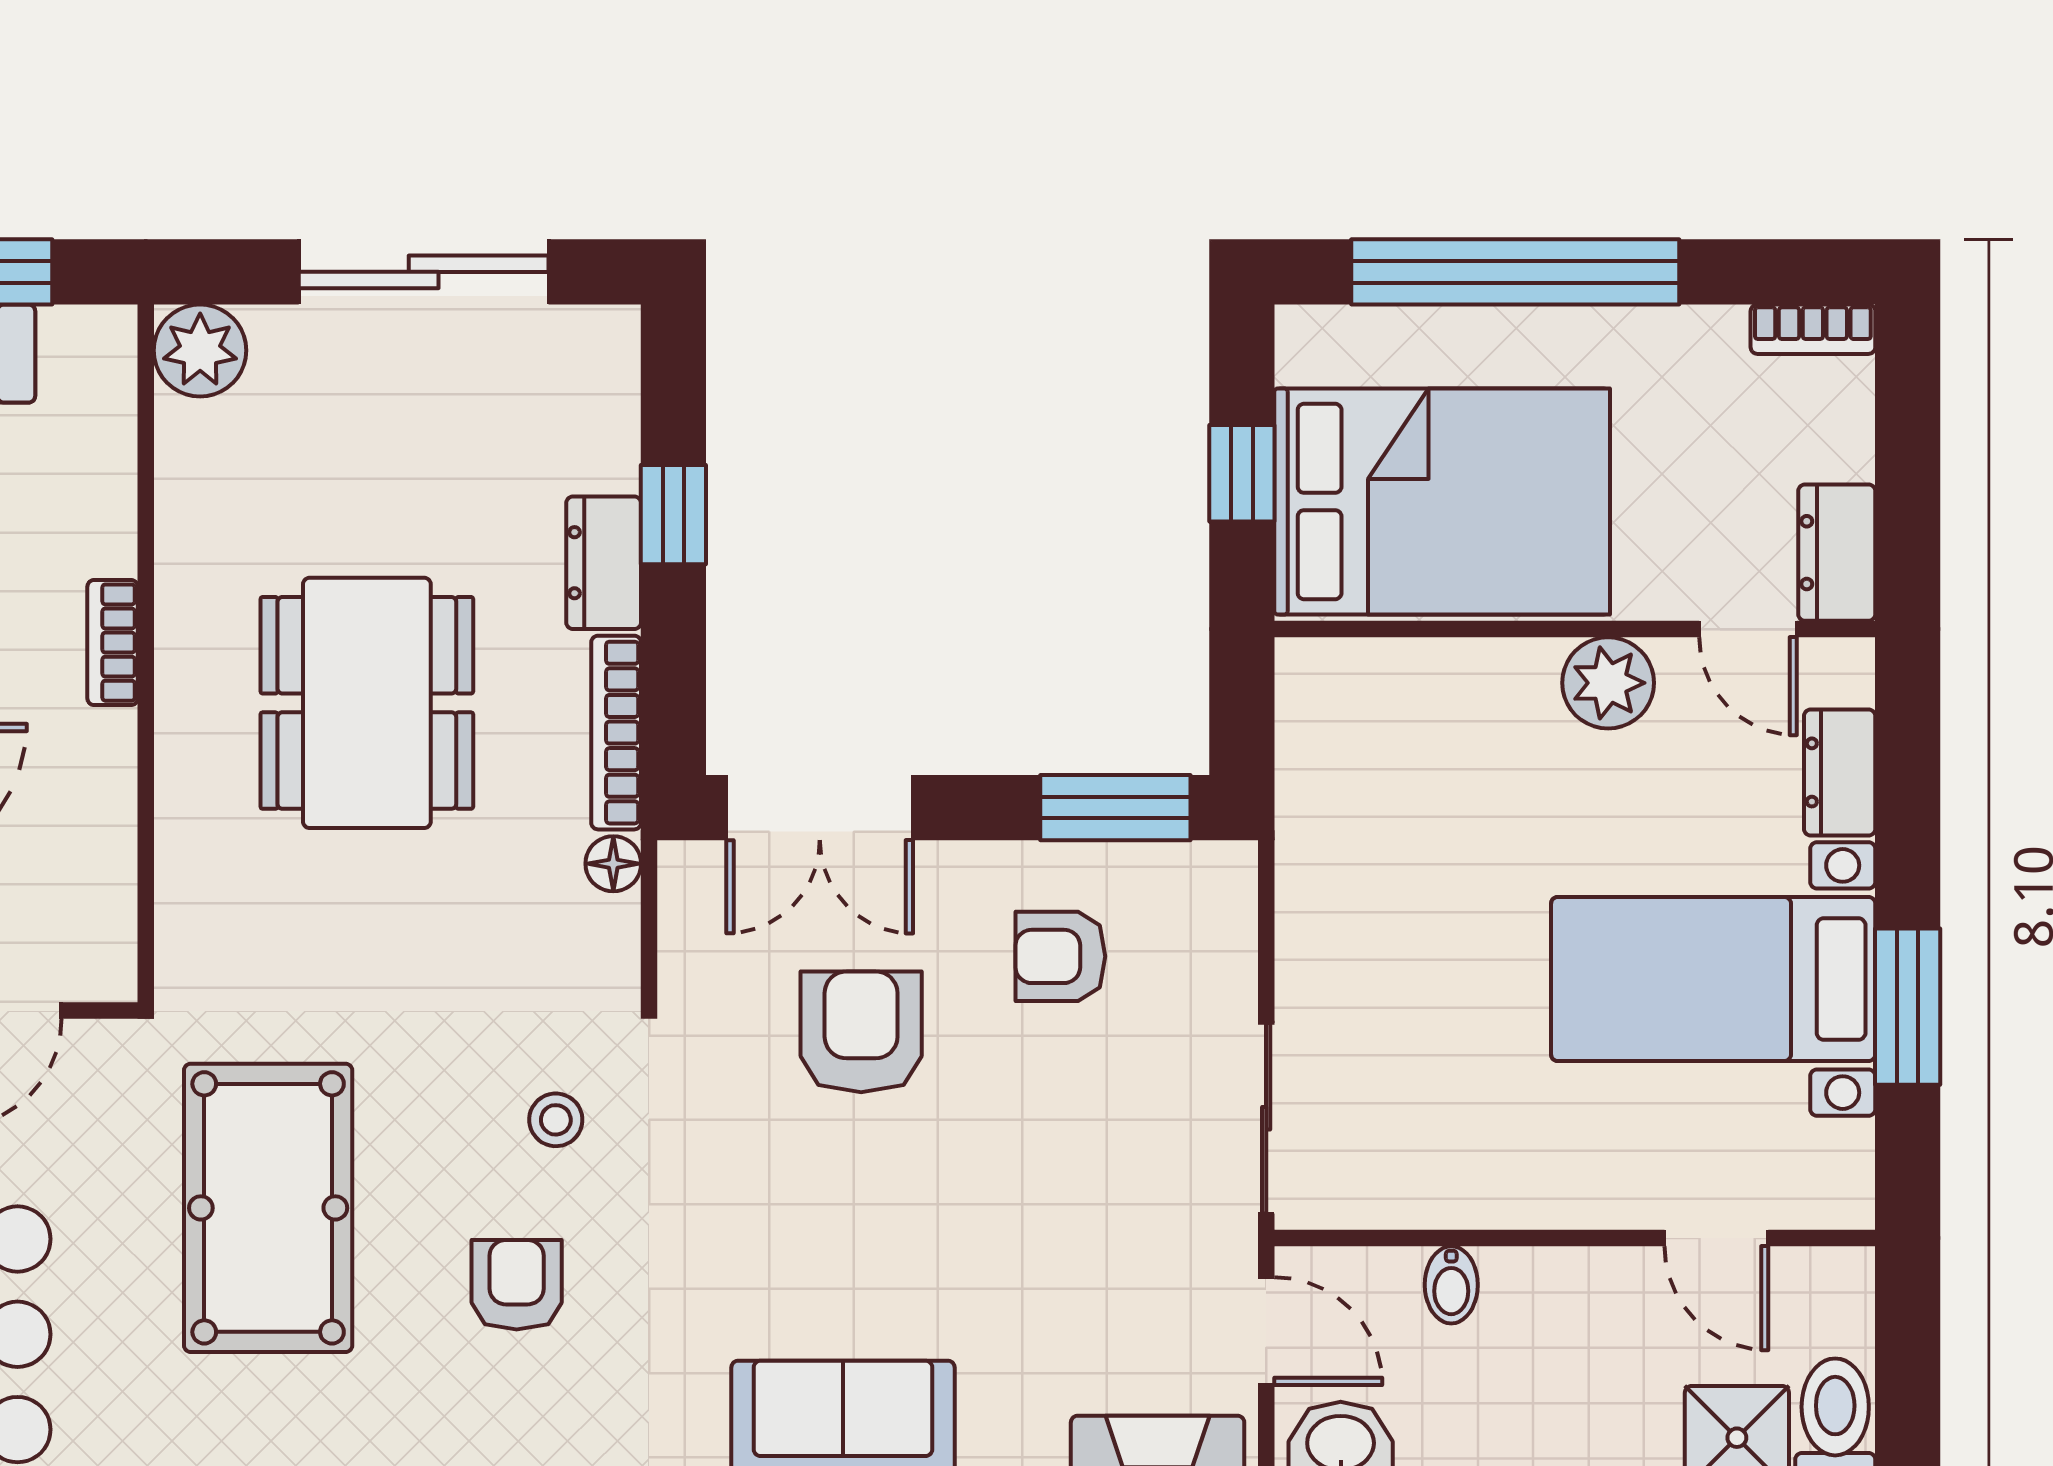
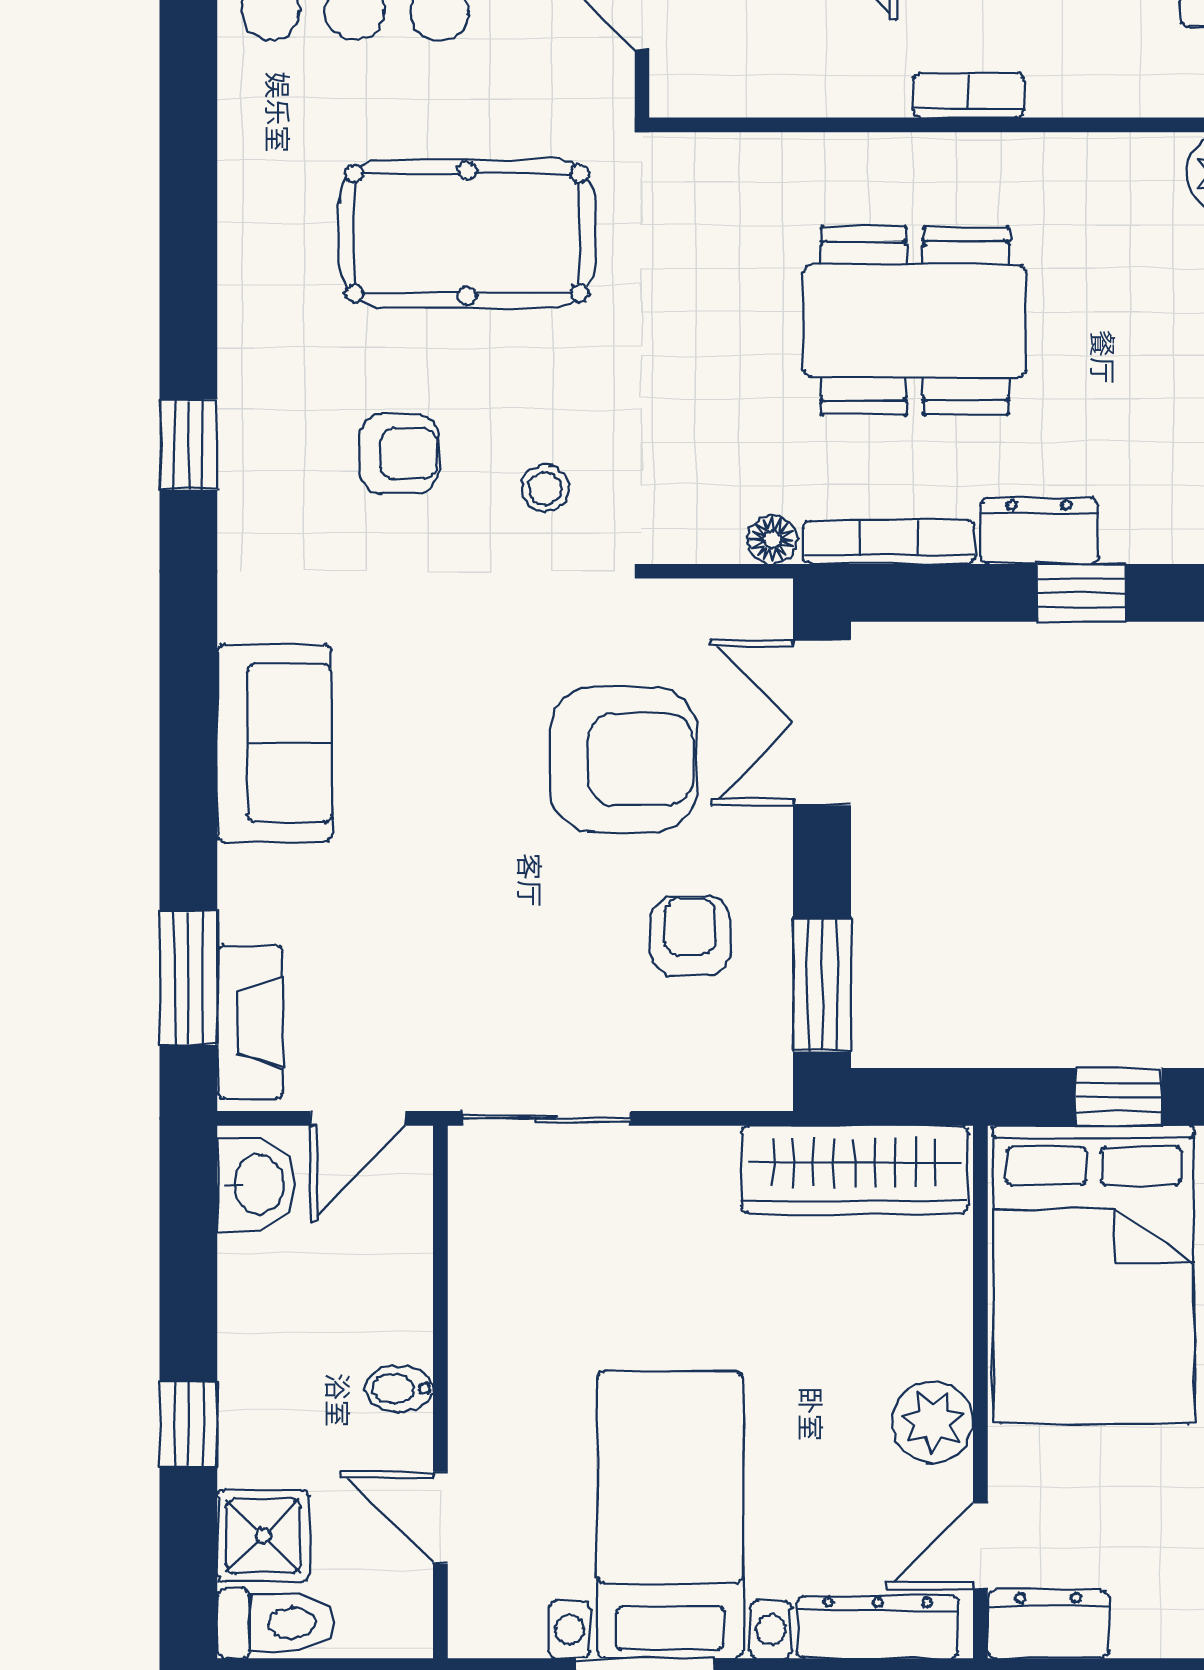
wardrobe: (1324, 771) -> (855, 1170), added
dresser: (1840, 772) -> (878, 1627), width x1.44
armchair: (861, 1032) -> (623, 759), width x1.36, depth x1.36
door: (1716, 1238) -> (440, 1518), hinge flipped
bidet: (1451, 1285) -> (399, 1389), moved

